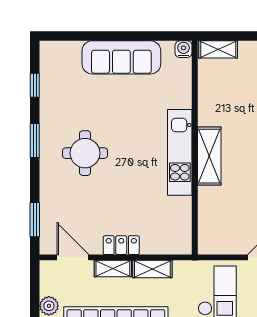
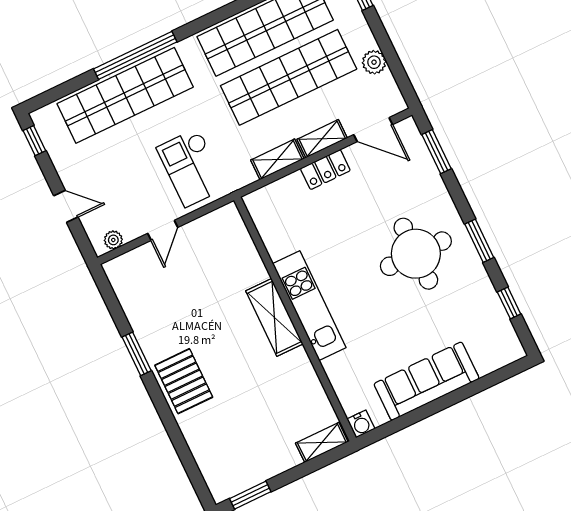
round table: (85, 153) -> (416, 254), width x1.36, depth x1.36

